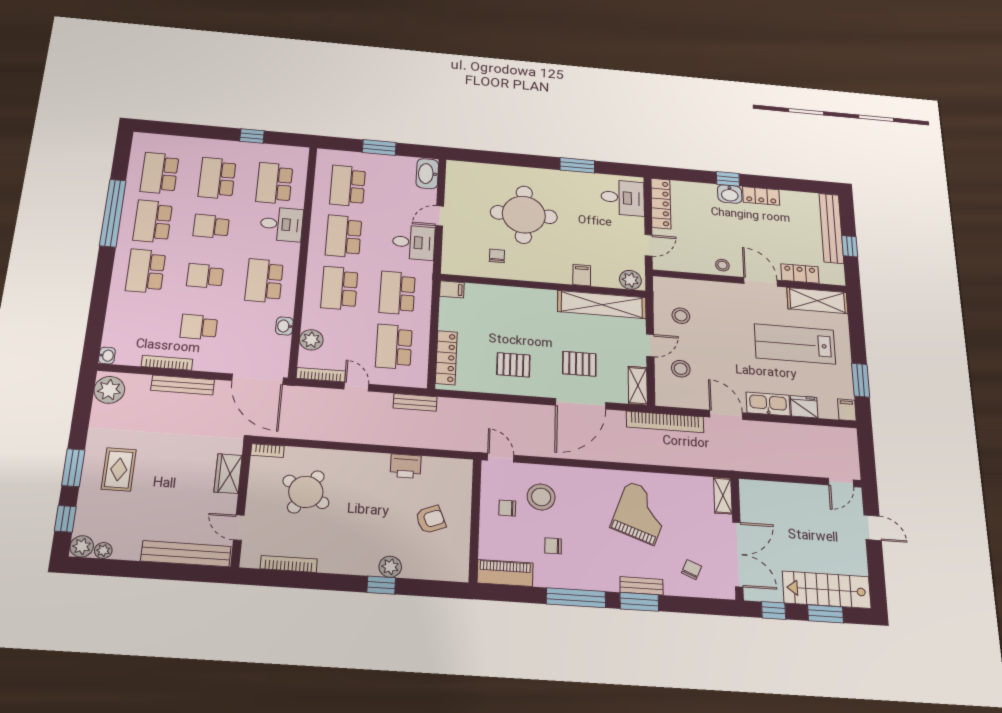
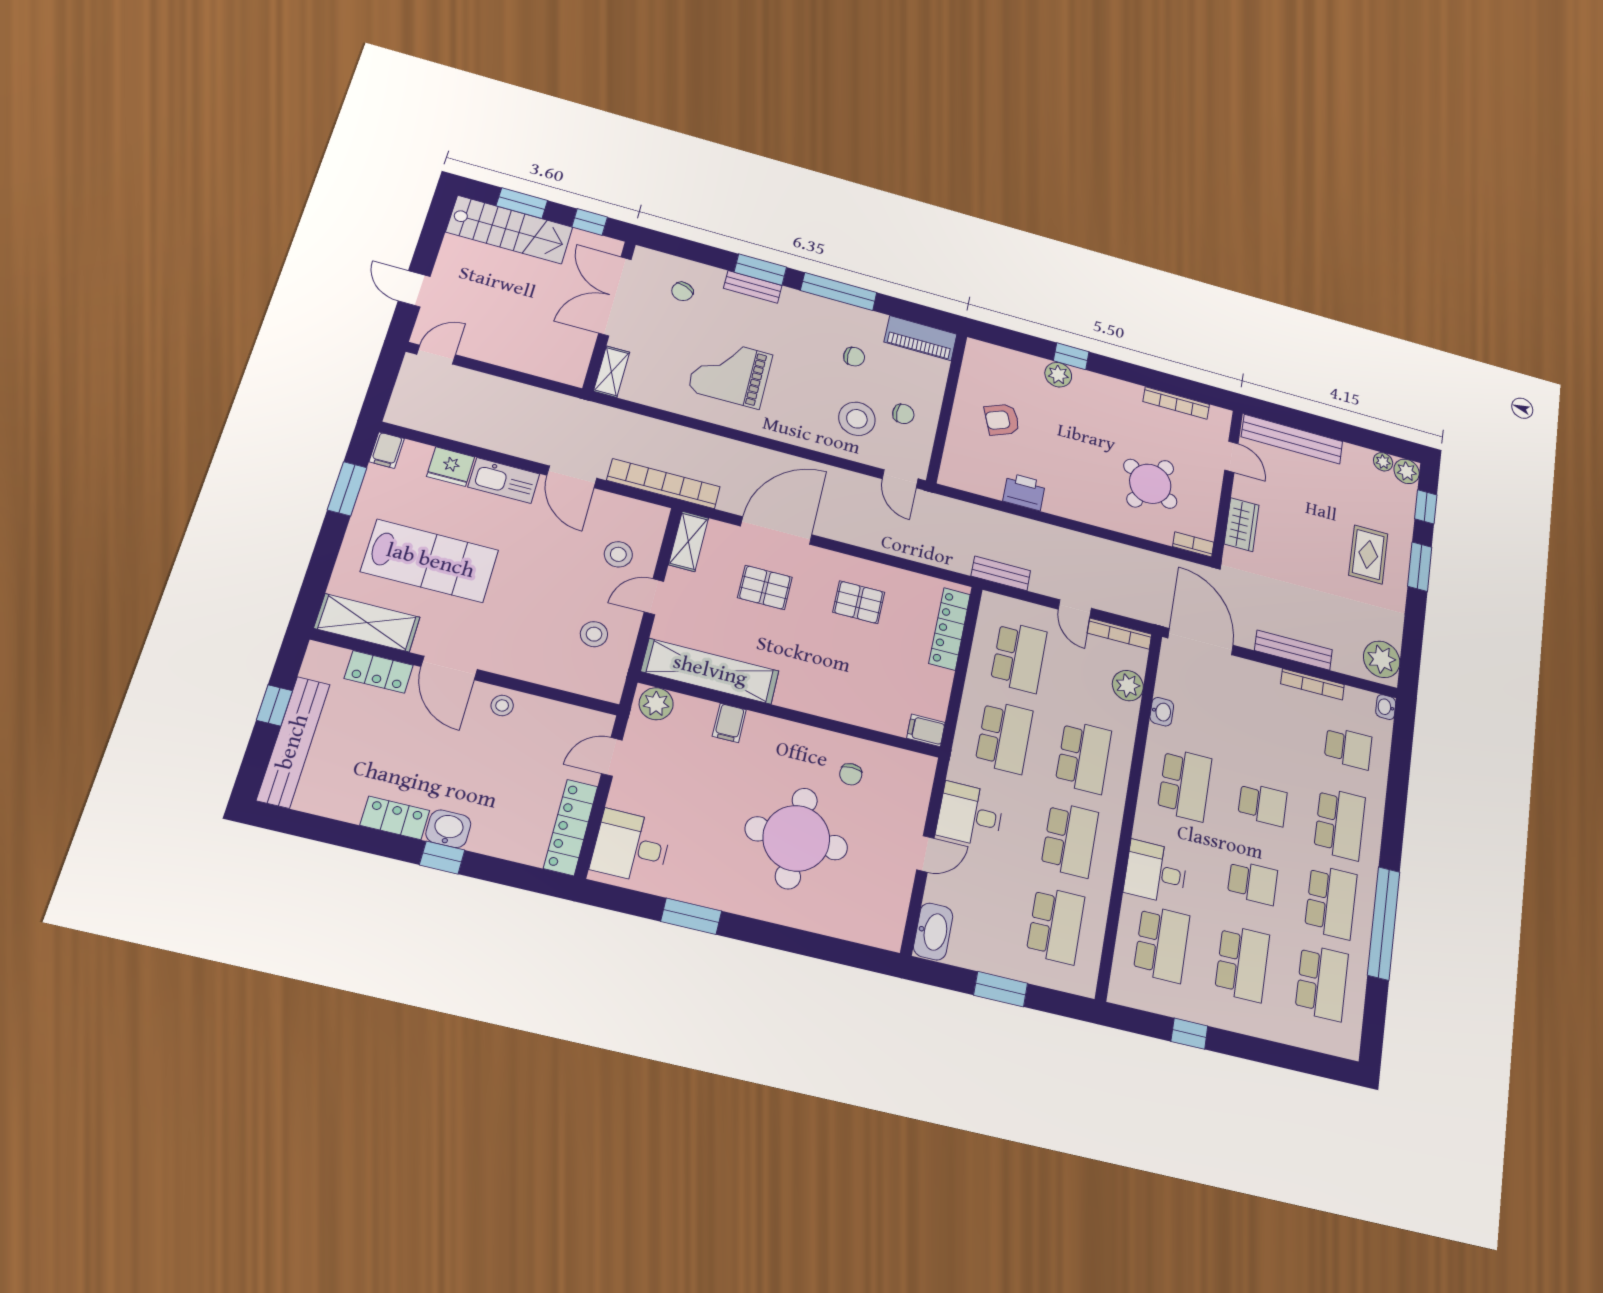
school desk: (199, 327) -> (1348, 748), moved
grand piano: (641, 513) -> (730, 373), turned 70

